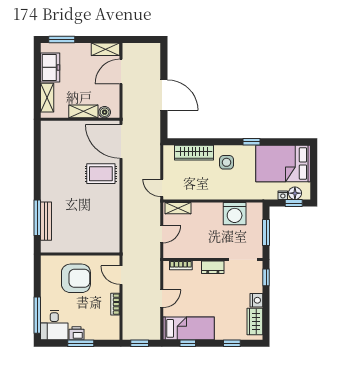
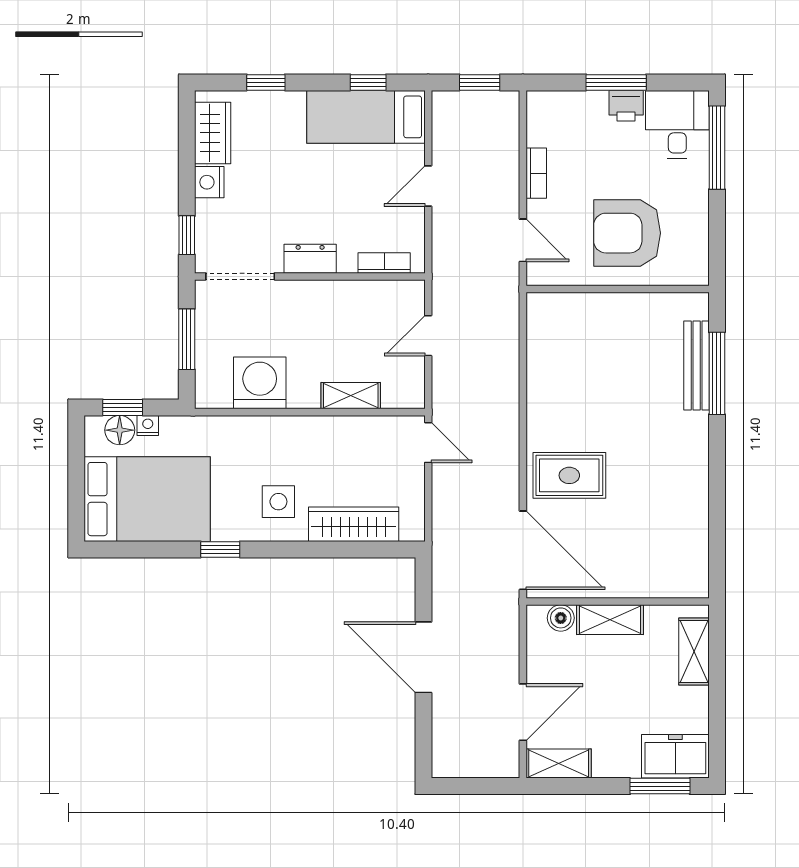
freezer: (50, 67) -> (675, 756), moved, turned 90
shelving: (178, 208) -> (351, 396), moved

